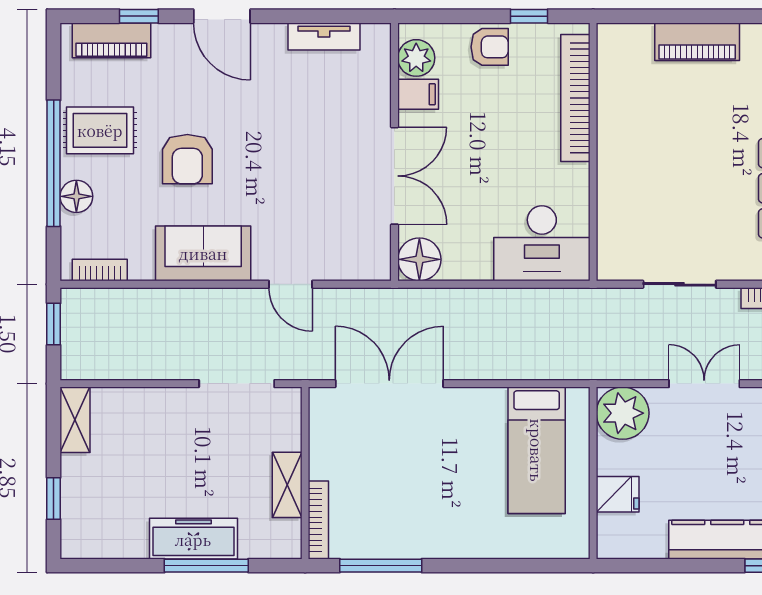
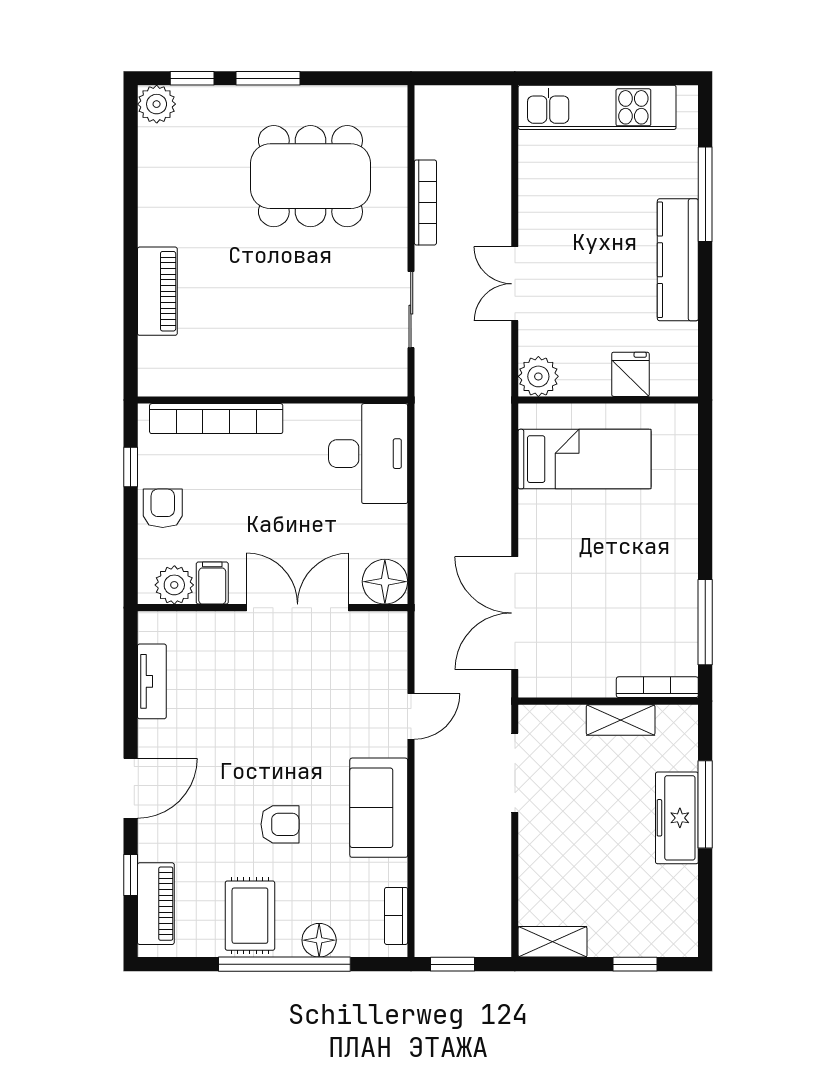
armchair: (187, 159) -> (280, 824), width x0.72, depth x0.72
plant: (623, 413) -> (538, 376), width x0.73, depth x0.73

